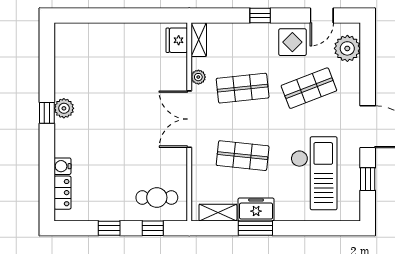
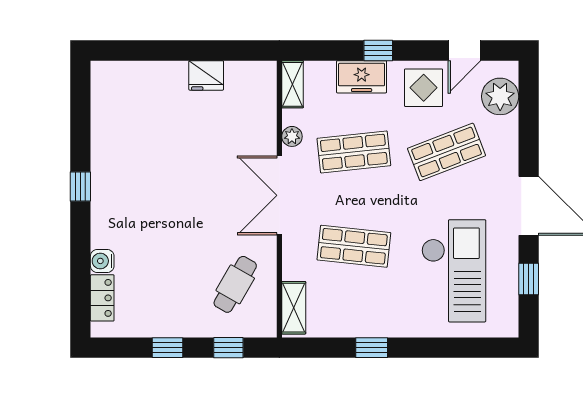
fridge: (177, 40) -> (206, 75), moved, turned -90
plant: (64, 108) -> (104, 180), removed
cafe table: (157, 197) -> (235, 284), moved, turned -60
freezer: (256, 209) -> (362, 77), moved, turned 180
shelving: (218, 213) -> (294, 308), moved, turned 90
window: (255, 228) -> (372, 348), width x0.67

